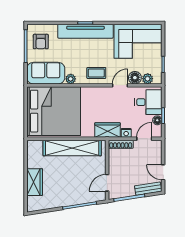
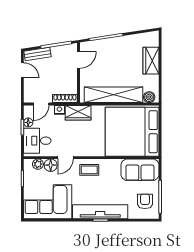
plant: (71, 79) -> (115, 164), removed
boiler: (37, 146) -> (149, 97), added

